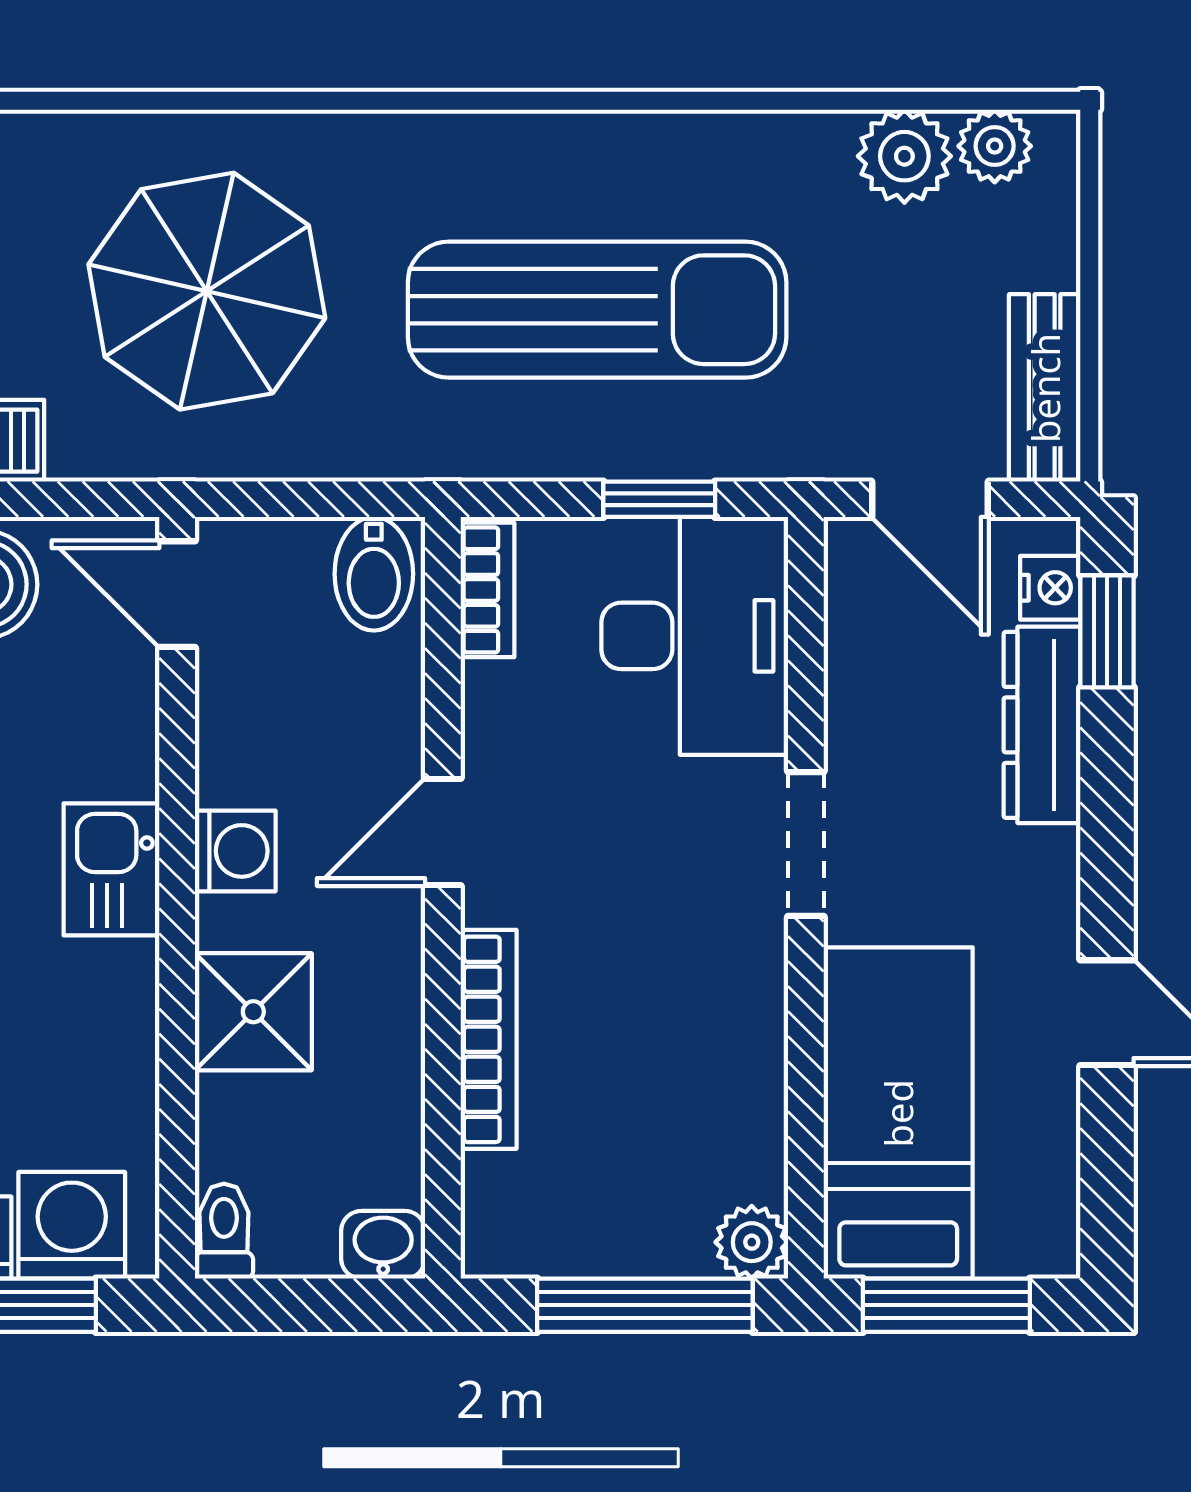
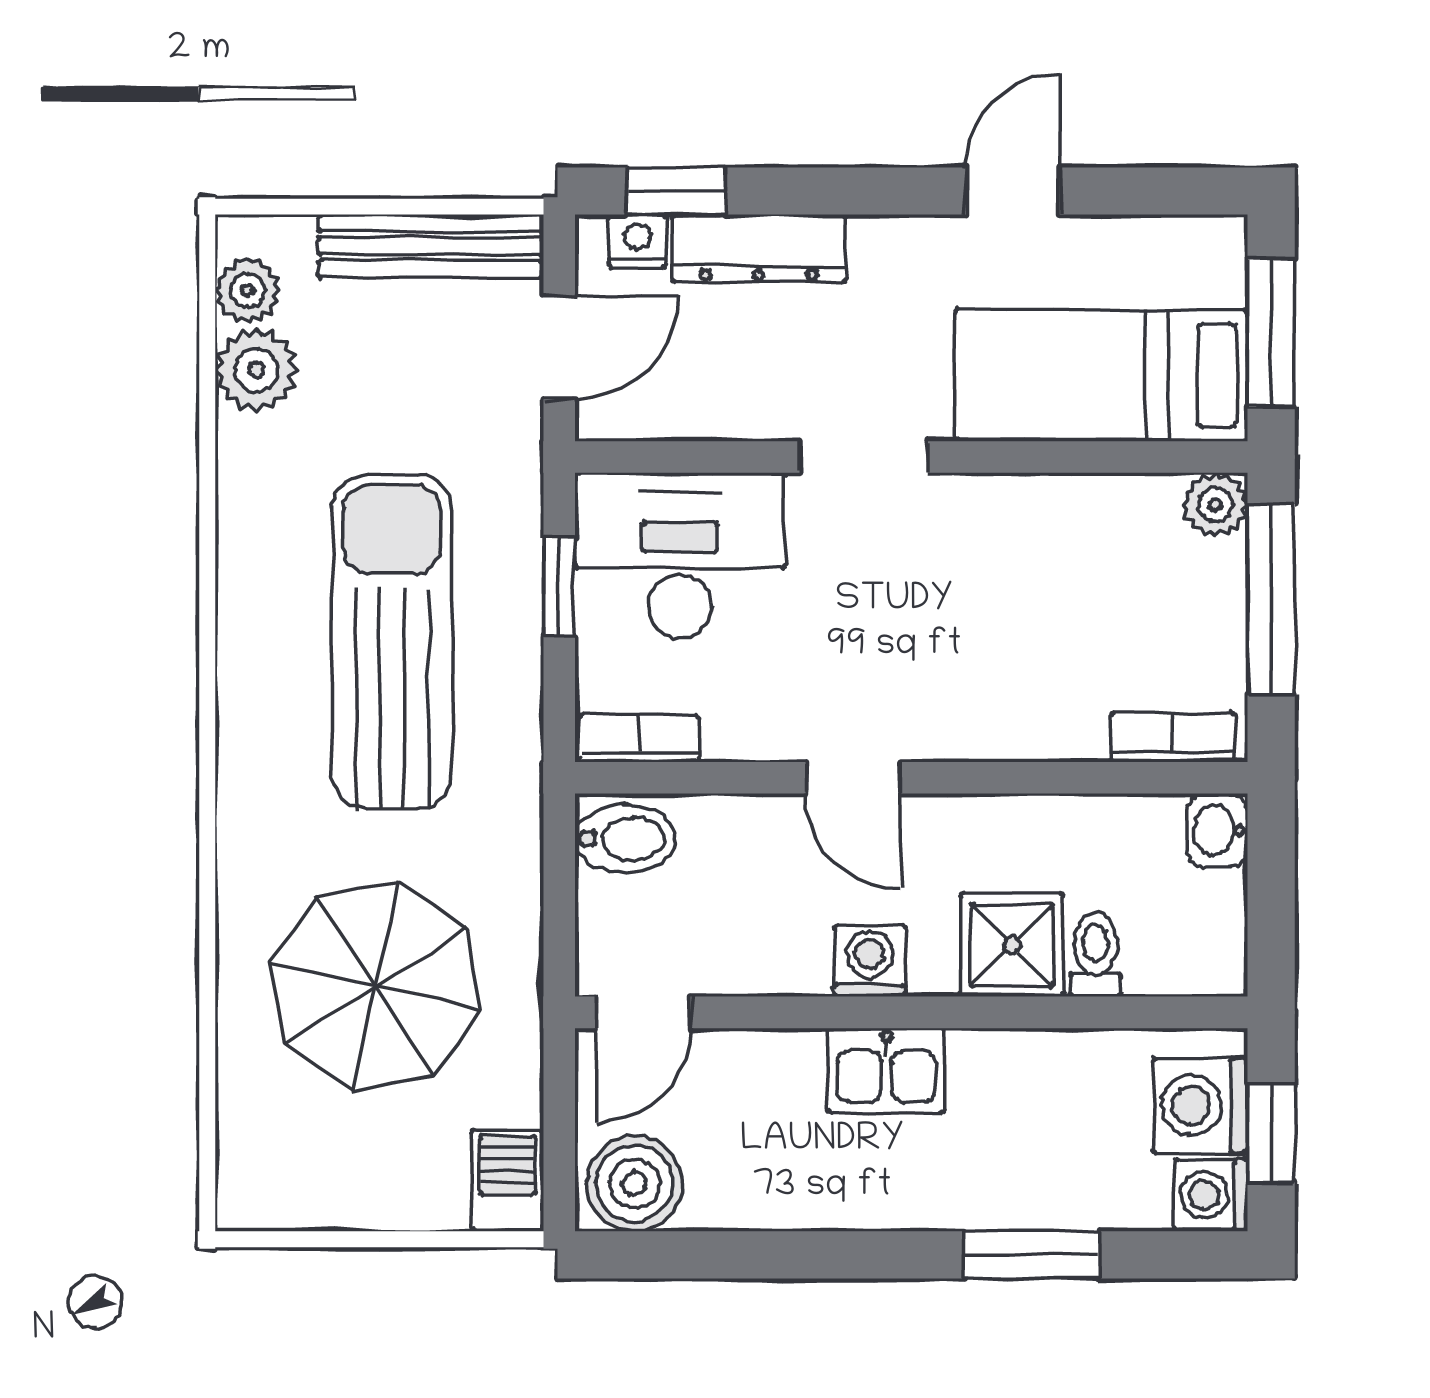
bench: (1045, 388) -> (431, 246), width x1.36
bookcase: (489, 1039) -> (1173, 737), moved, width x0.64
toilet: (224, 1231) -> (1096, 955), moved, turned 90

